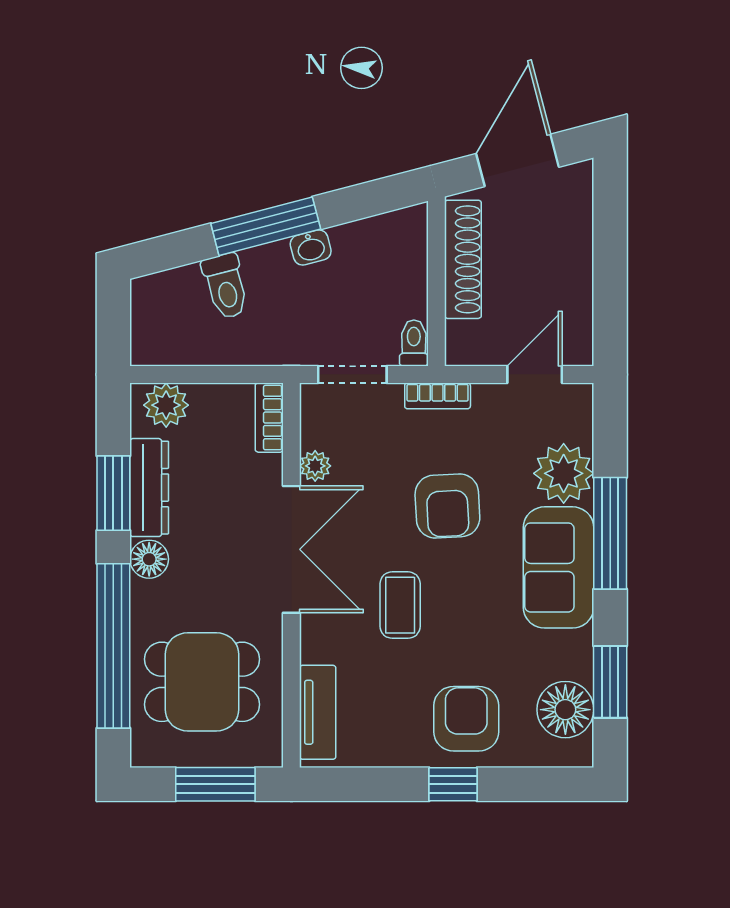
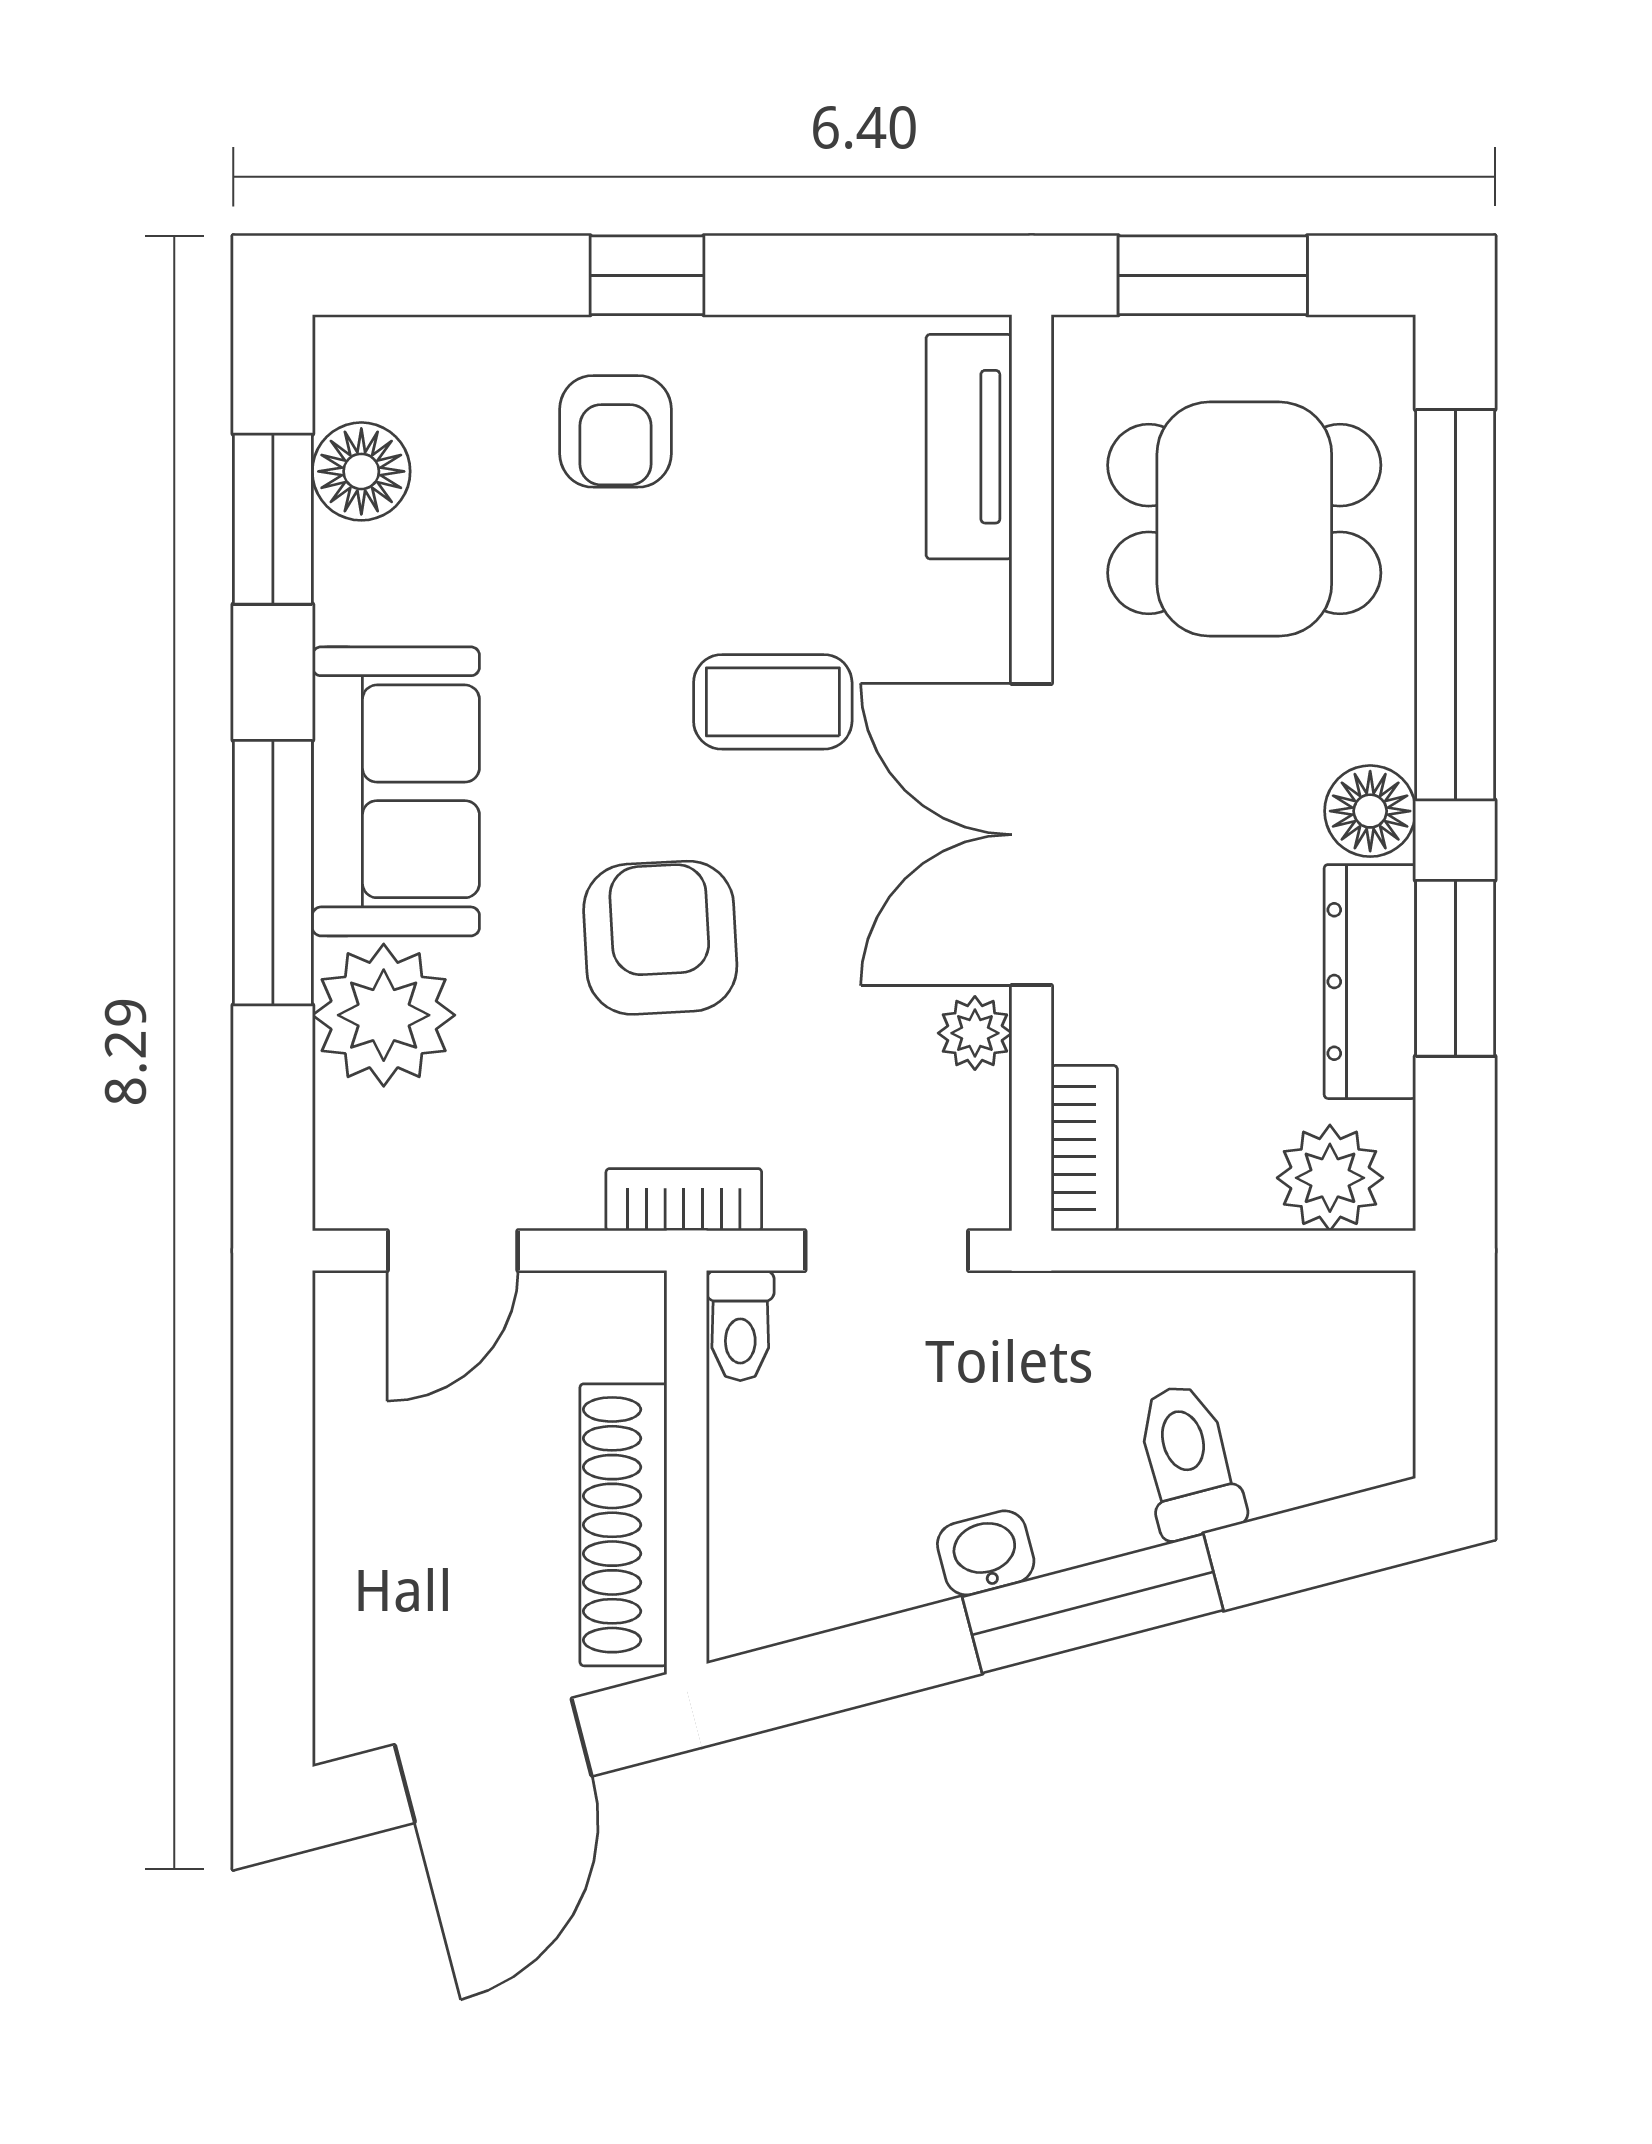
coffee table: (400, 605) -> (773, 702), turned 90
floor lamp: (565, 710) -> (361, 471), width x0.73, depth x0.73
armchair: (466, 719) -> (615, 431), width x0.72, depth x0.72

